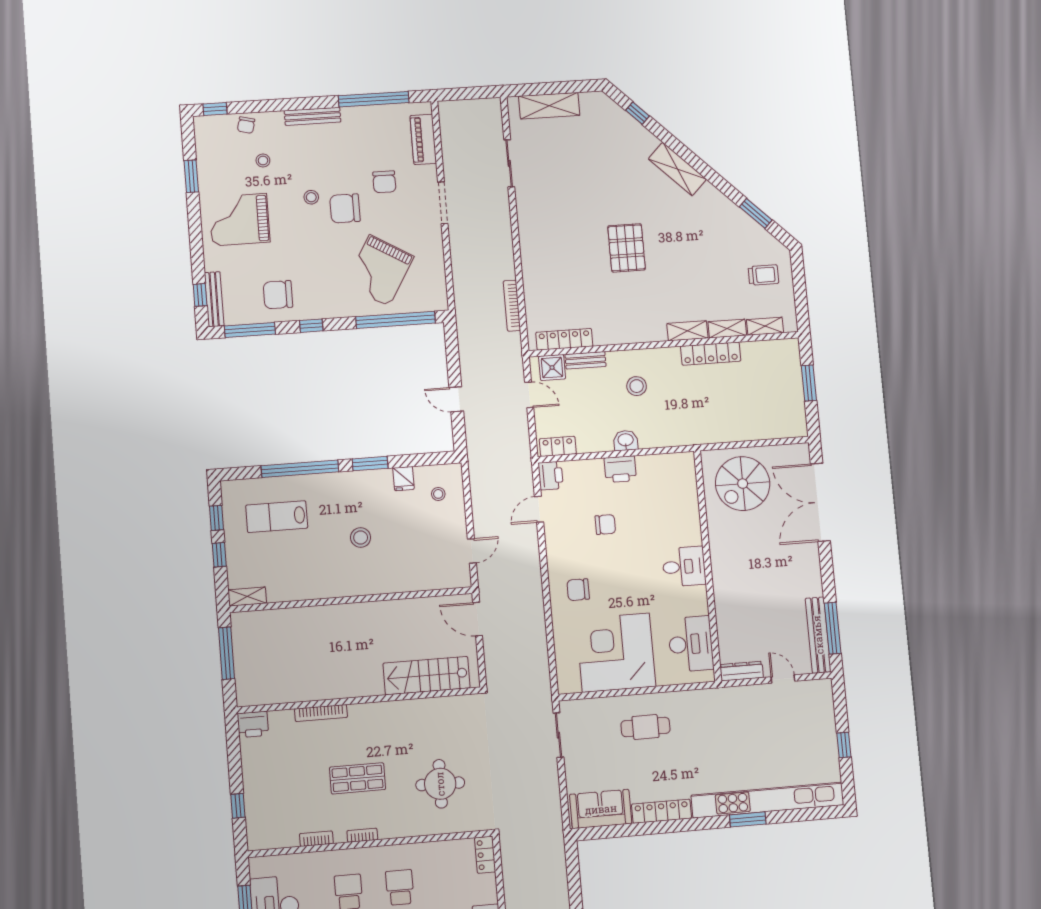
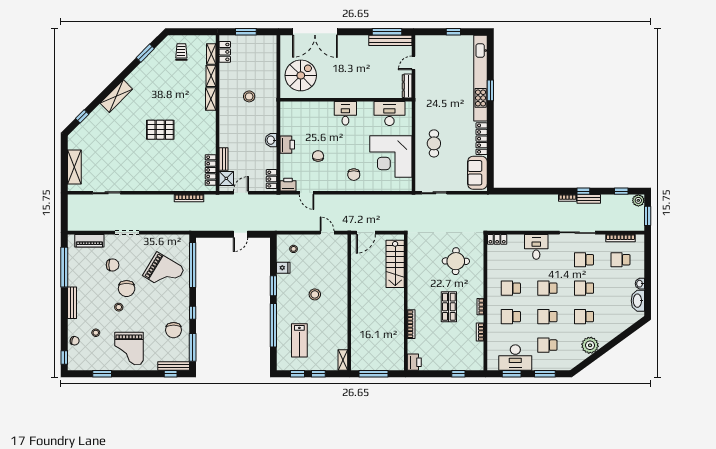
locker: (711, 354) -> (225, 52), moved, width x0.66
stool: (637, 386) -> (249, 96), moved
spiral stairs: (743, 484) -> (301, 75), turned -90

